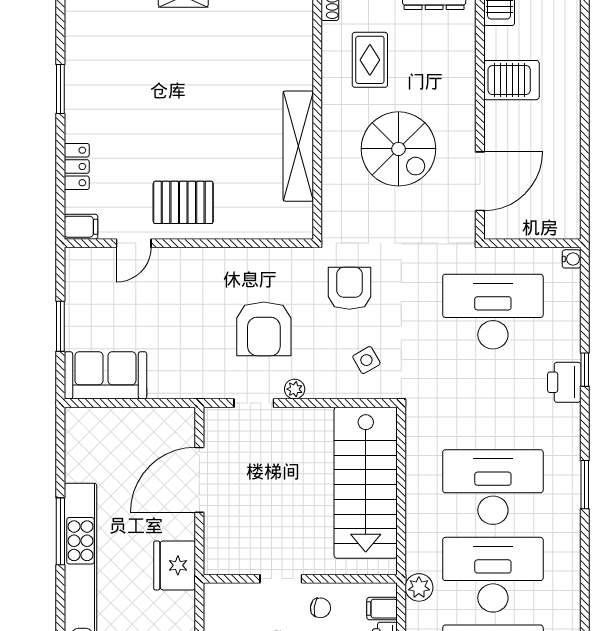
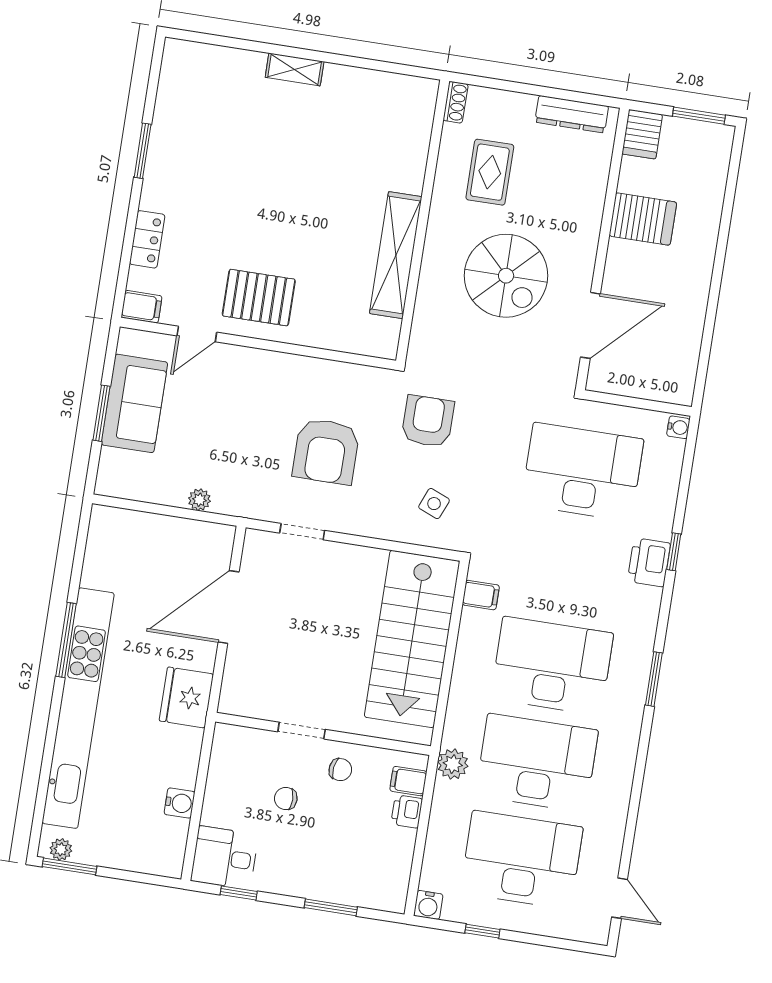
side table: (366, 360) -> (434, 504), turned -38
sofa: (105, 375) -> (134, 403), moved, turned 90
plant: (295, 389) -> (199, 500), moved
filing cabinet: (420, 434) -> (481, 595), added

